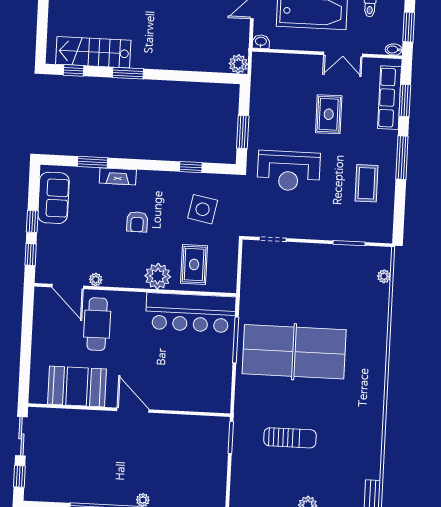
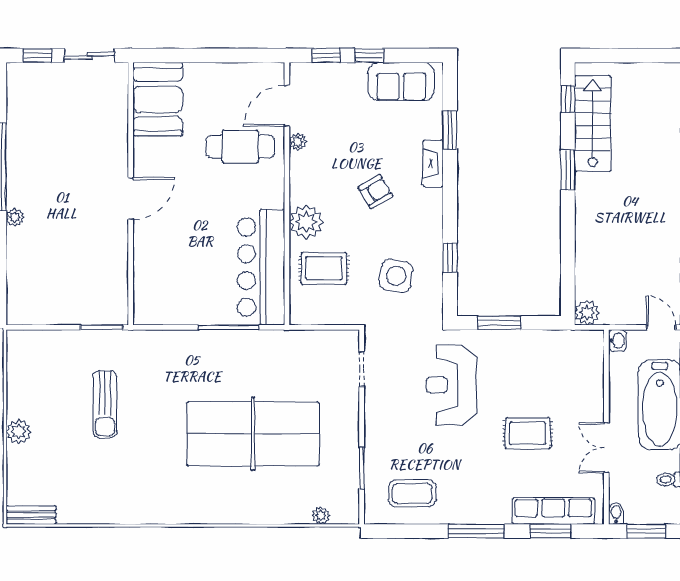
coffee table: (367, 183) -> (412, 493), moved
armchair: (137, 222) -> (376, 192), turned 150
table tennis table: (294, 352) -> (253, 434), moved, turned 90
booth: (77, 386) -> (158, 99), moved

